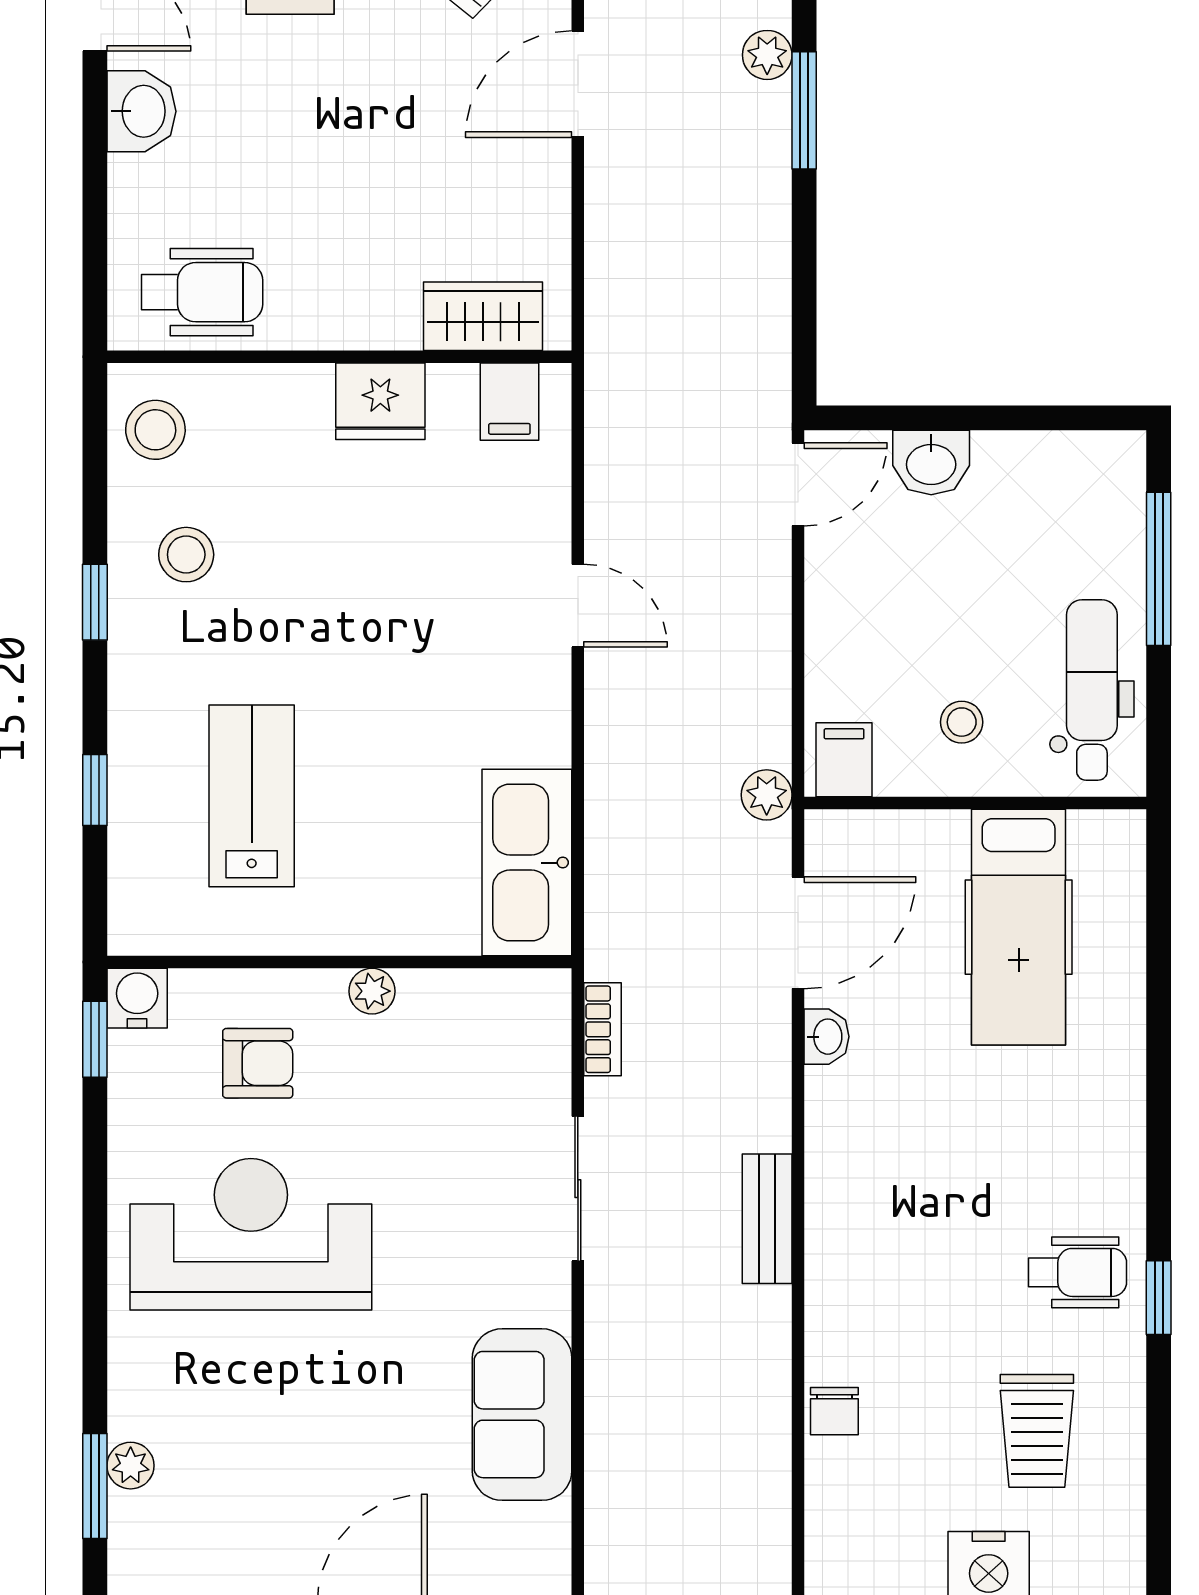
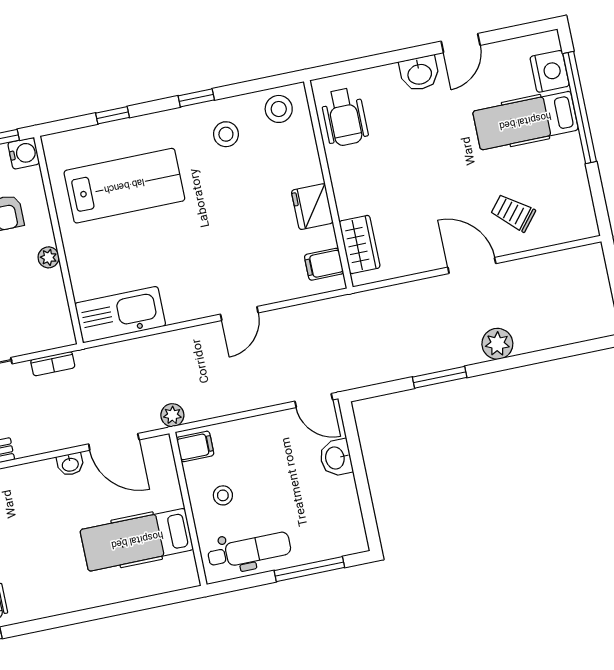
plant: (767, 55) -> (497, 344), width x1.38, depth x1.38
window: (804, 110) -> (440, 377), moved
lab bench: (252, 796) -> (124, 186), width x1.36, depth x1.39

